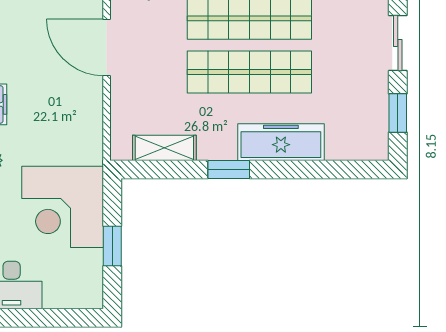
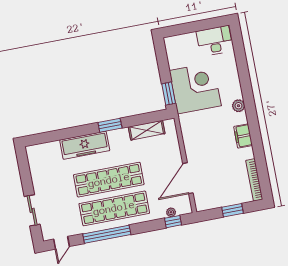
door: (107, 47) -> (188, 178), swing flipped
window: (398, 113) -> (25, 173), removed
window: (112, 246) -> (169, 94), moved

